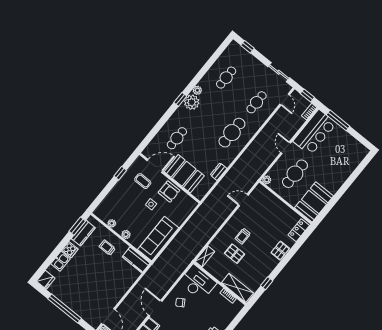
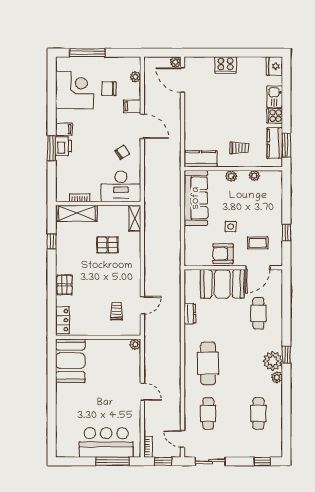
bar counter: (315, 132) -> (106, 442), moved, turned 90
cafe table: (295, 174) -> (112, 373), removed
trolley: (243, 236) -> (117, 311), moved
cooker: (75, 305) -> (225, 65), added
window: (65, 309) -> (232, 53), removed

